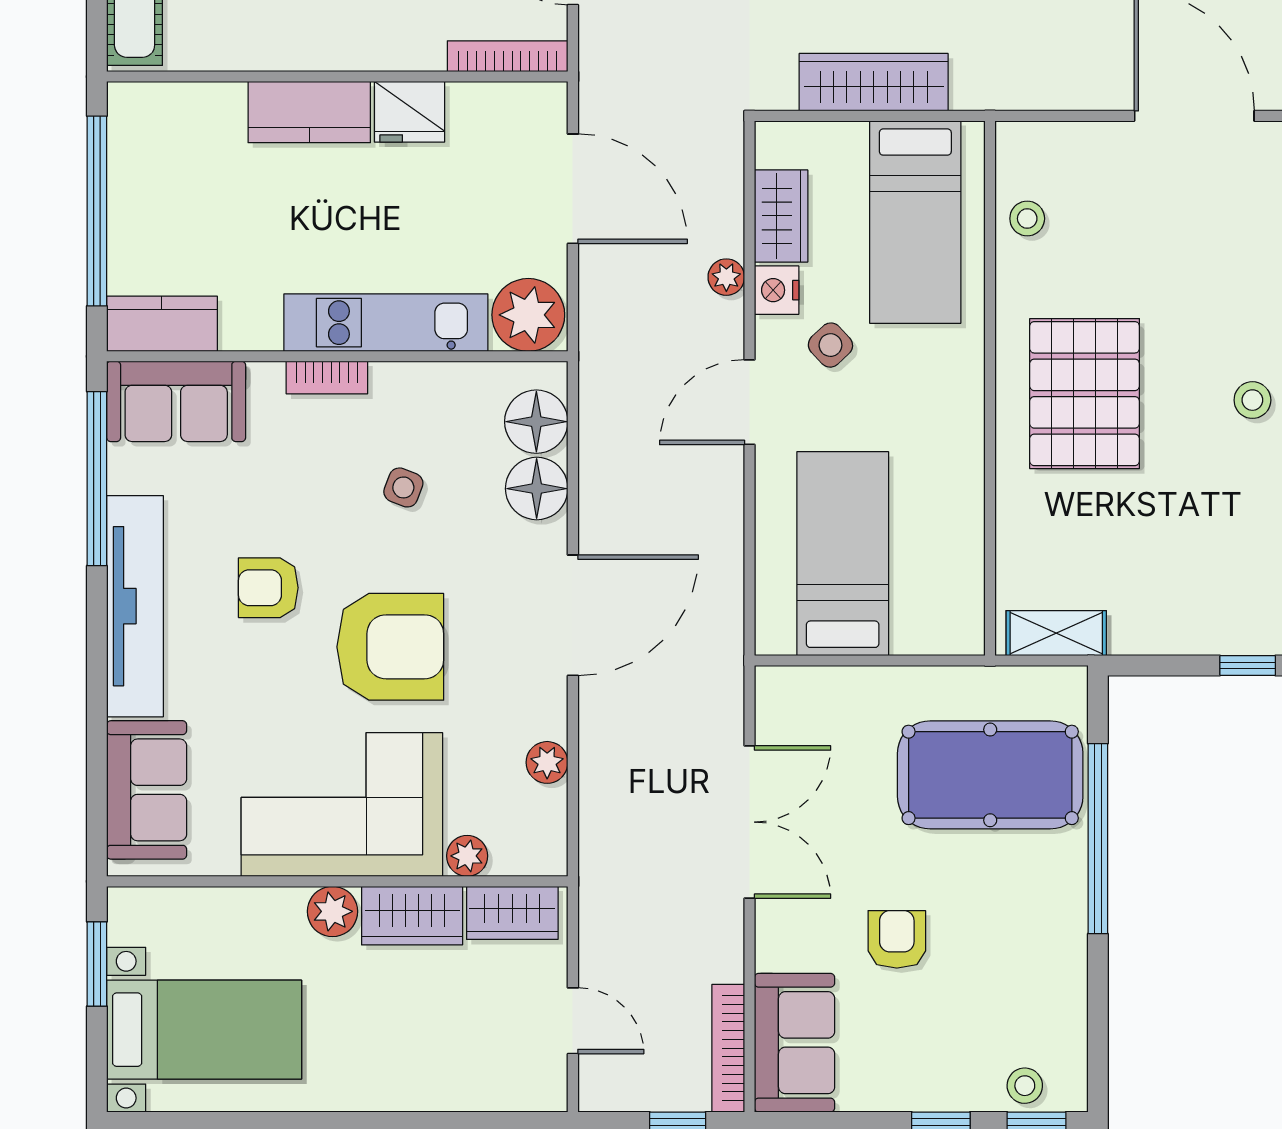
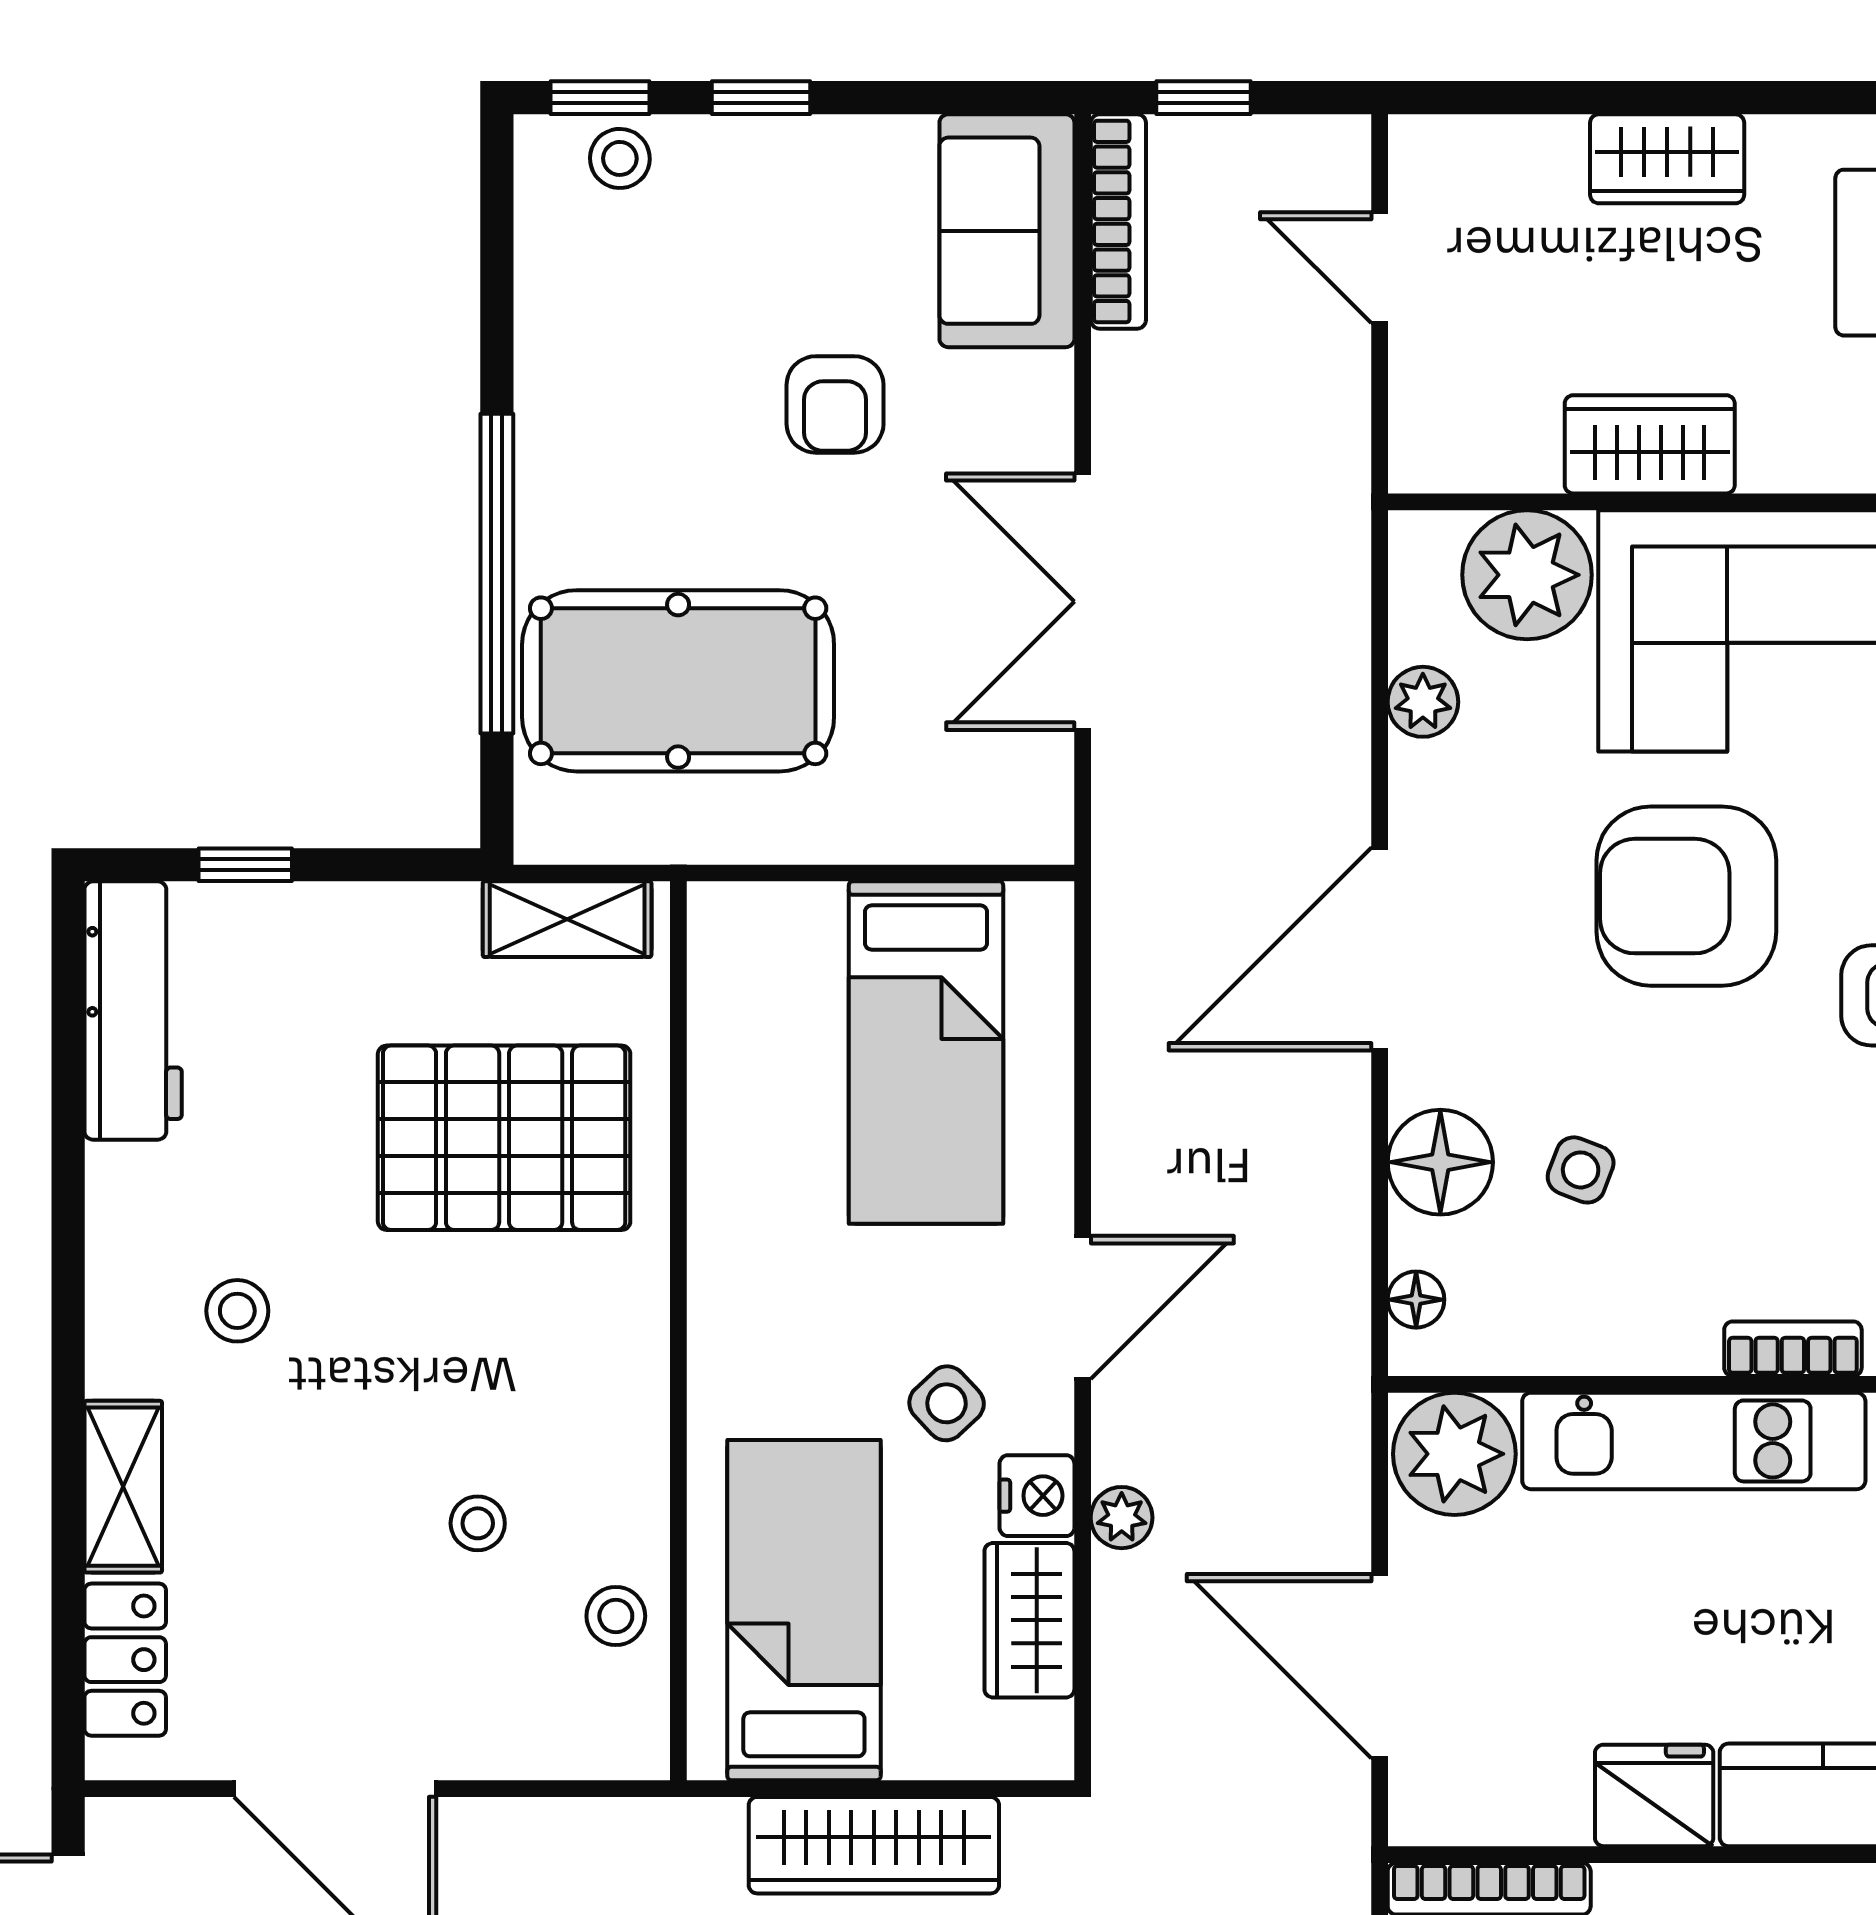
stool: (1109, 274) -> (478, 1523), added
pallet: (1085, 394) -> (504, 1138), moved, turned 90
floor lamp: (536, 422) -> (1416, 1300), width x0.53, depth x0.53
side table: (403, 487) -> (1581, 1170), moved
plant: (467, 856) -> (1527, 575), width x1.88, depth x1.88
plant: (332, 911) -> (1784, 451), removed
wardrobe: (512, 913) -> (1667, 159), moved, turned 180

